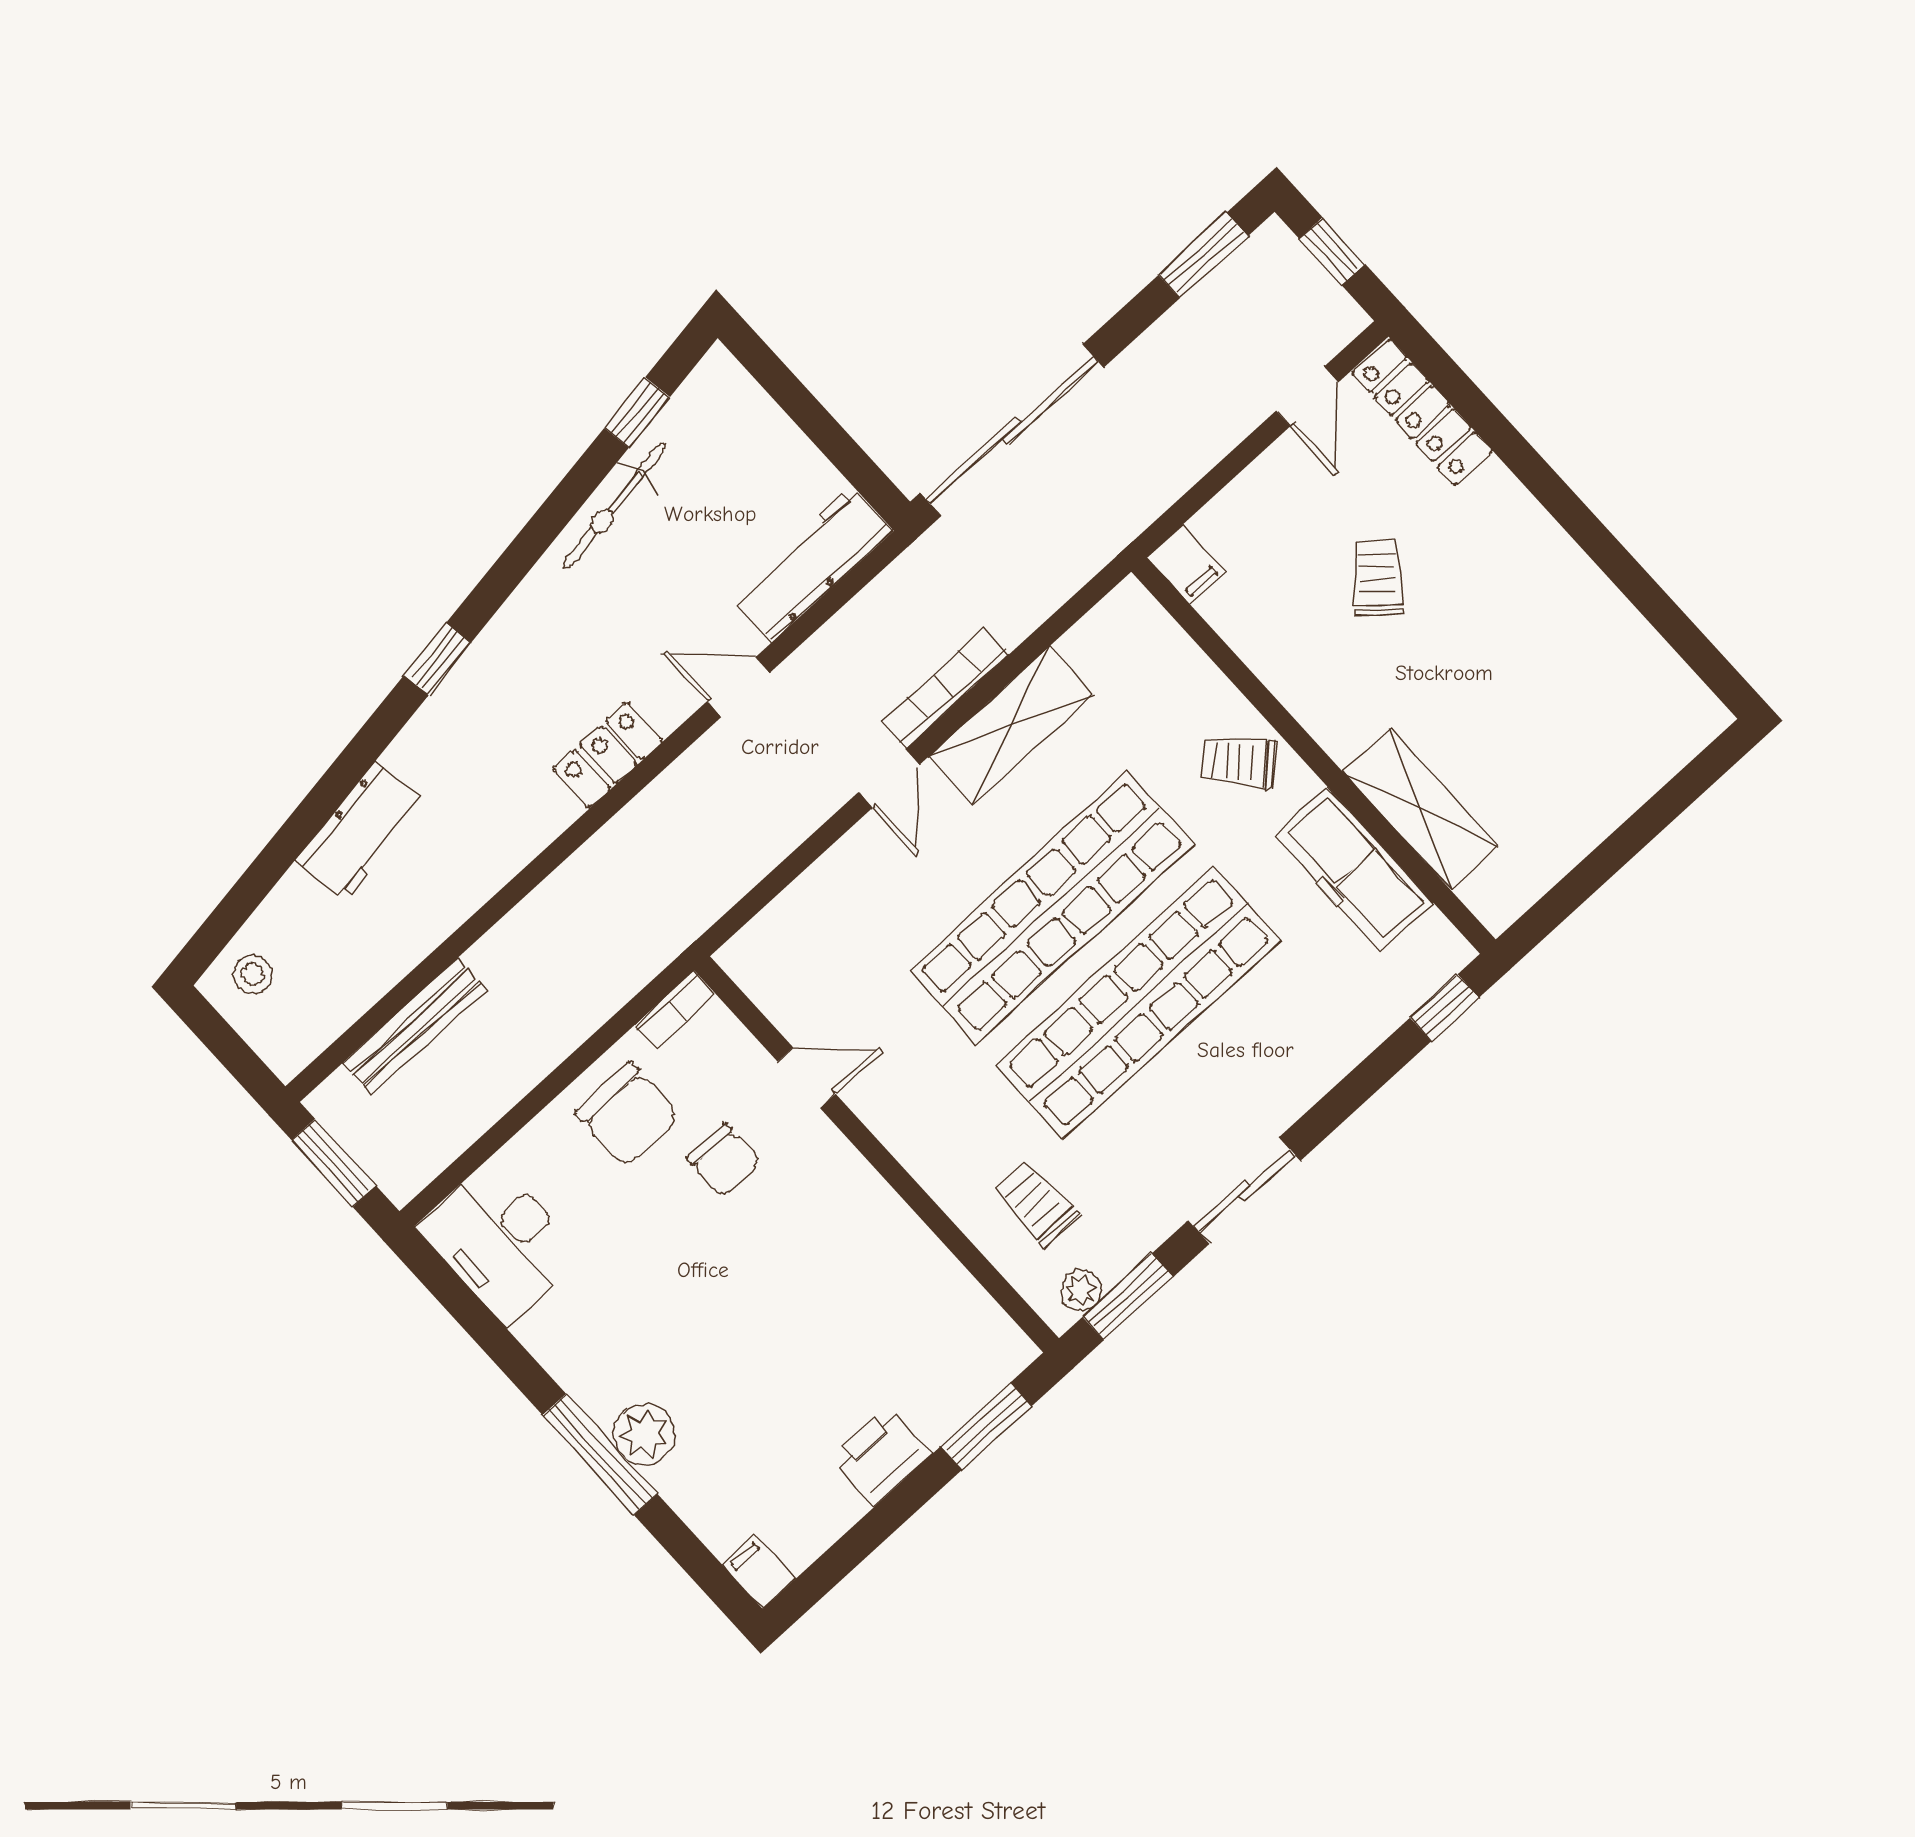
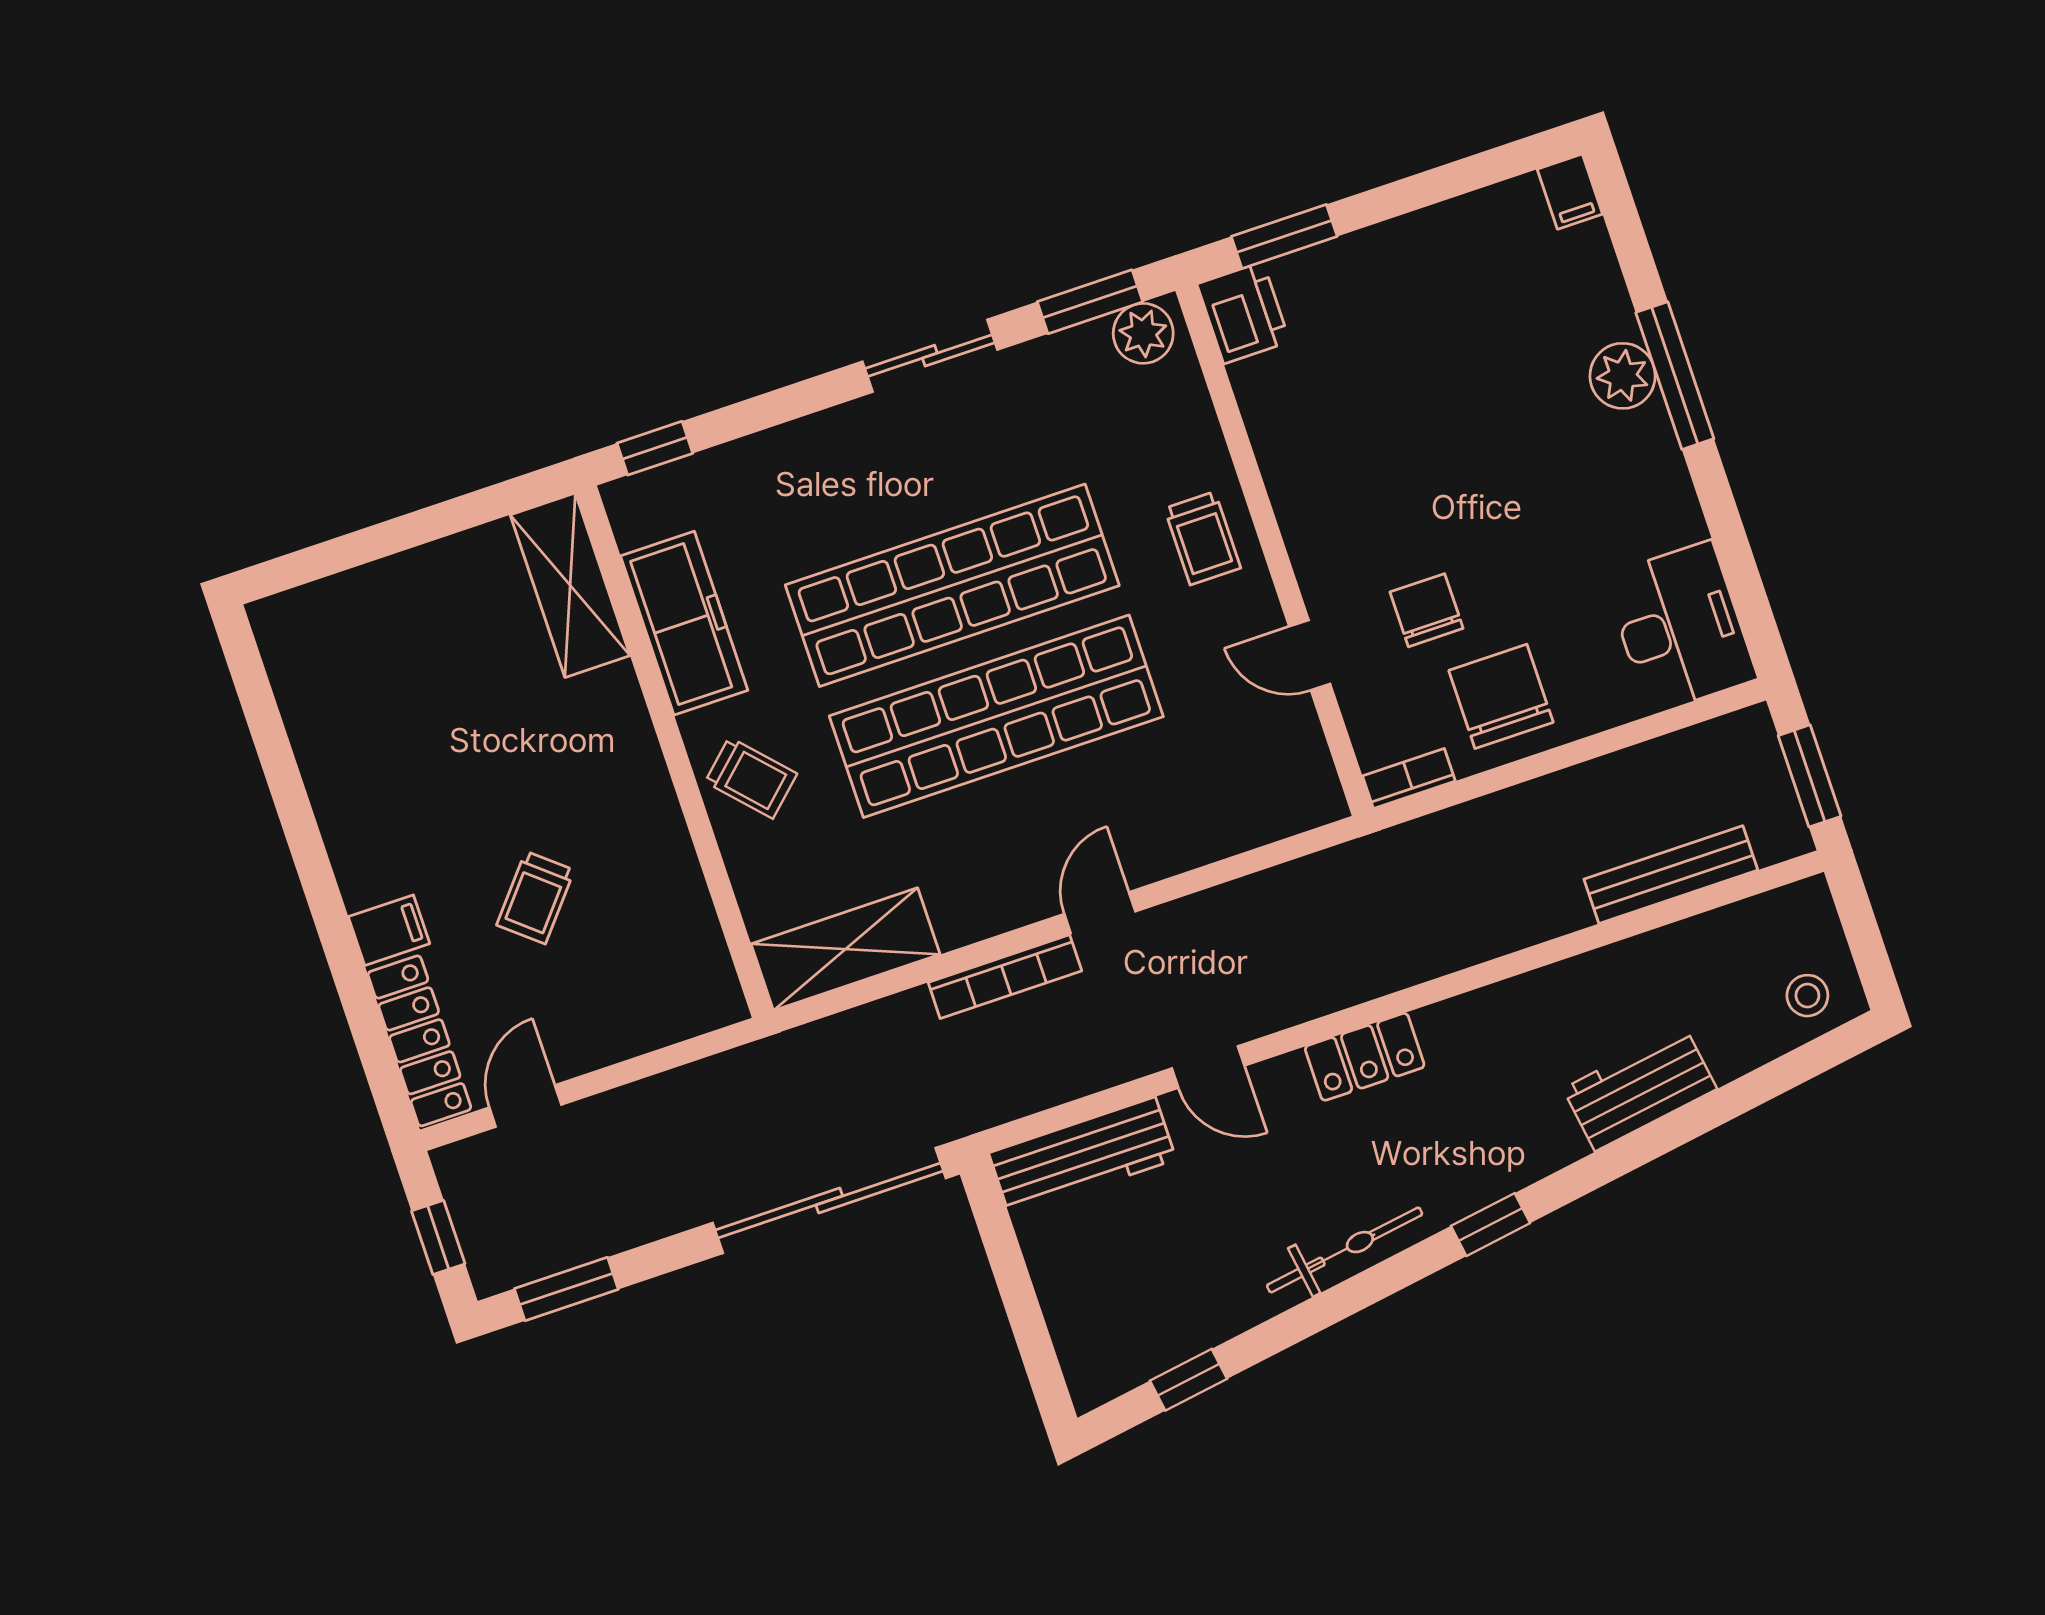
bicycle: (614, 506) -> (1345, 1250), moved
filing cabinet: (1186, 565) -> (389, 930), moved, turned 90
shelving: (1011, 725) -> (846, 949), moved
shelving: (1420, 809) -> (570, 585), moved
trolley: (1036, 1203) -> (1203, 538), moved
plant: (1081, 1290) -> (1143, 333), width x1.38, depth x1.38
printer: (881, 1456) -> (1243, 313), moved, turned -90

